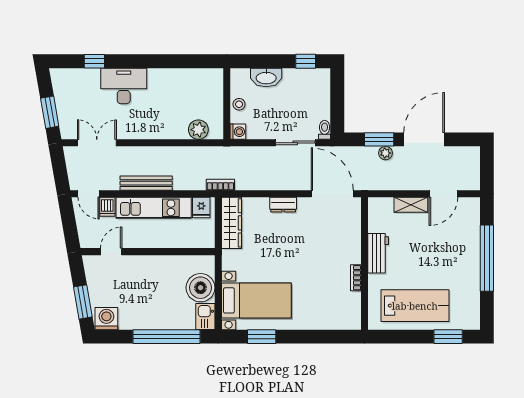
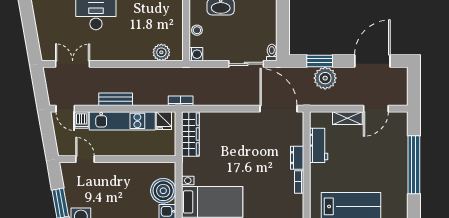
window: (50, 112) -> (31, 37), removed
door: (424, 139) -> (372, 61), moved
plant: (385, 153) -> (325, 78), width x1.87, depth x1.87
bench: (146, 183) -> (116, 99), width x0.73
dresser: (283, 205) -> (297, 158), moved, turned 90
door: (111, 252) -> (85, 159), hinge flipped
workbench: (378, 253) -> (319, 145), moved

